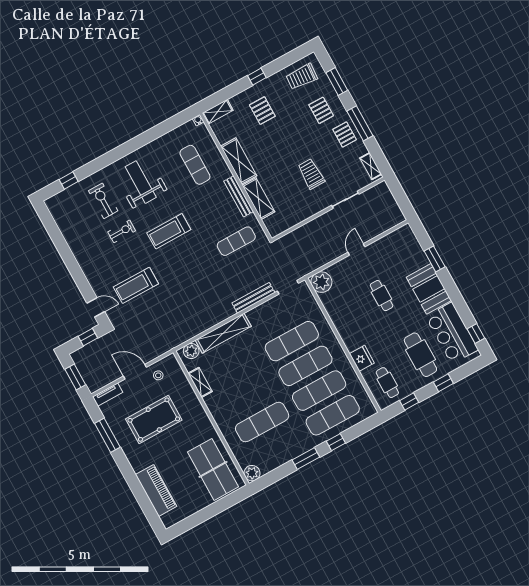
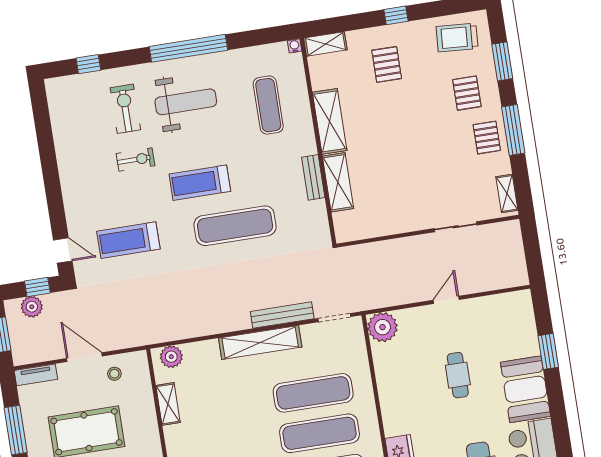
window: (130, 147) -> (188, 48), added
trolley: (311, 174) -> (422, 175), removed
weight bench: (141, 182) -> (186, 102), turned 90
bench: (239, 196) -> (313, 177), width x0.73
exercise mat: (236, 241) -> (235, 226), moved, width x1.36, depth x1.45
shelving: (223, 333) -> (260, 342), moved
plant: (89, 351) -> (32, 307), added

